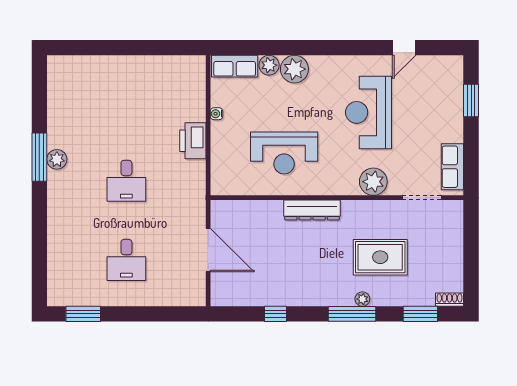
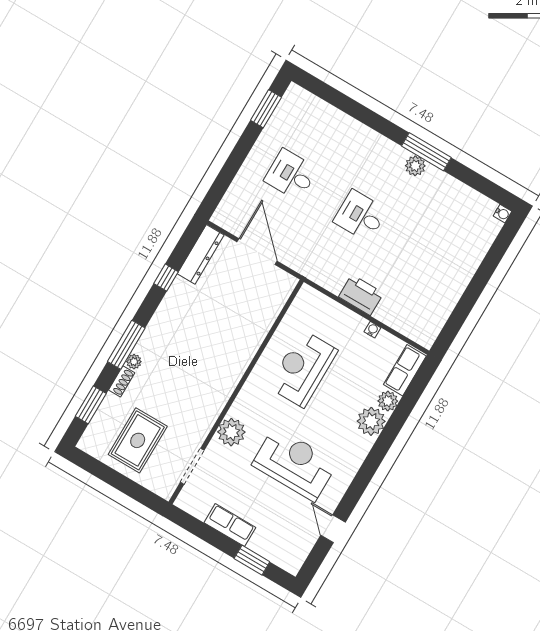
water cooler: (54, 62) -> (503, 214), added
row of seats: (452, 167) -> (230, 525), moved
dresser: (312, 210) -> (201, 254), moved, turned 180
door: (208, 250) -> (257, 252), swing flipped
rug: (380, 257) -> (138, 440), moved
shoe rack: (450, 300) -> (122, 381), moved

